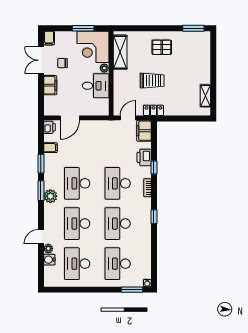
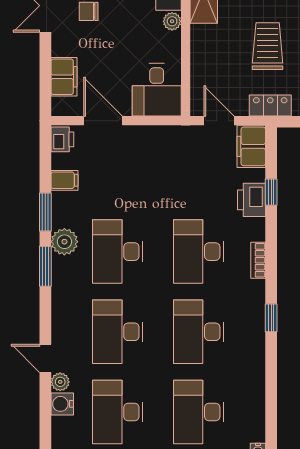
trolley: (152, 81) -> (268, 46), turned -90
filing cabinet: (50, 85) -> (64, 77), moved
desk: (96, 86) -> (157, 90), moved, turned 90
door: (70, 118) -> (103, 121), swing flipped
door: (128, 118) -> (219, 121), hinge flipped
window: (154, 167) -> (271, 192), moved
plant: (50, 196) -> (64, 242), moved
door: (41, 237) -> (45, 358), hinge flipped

